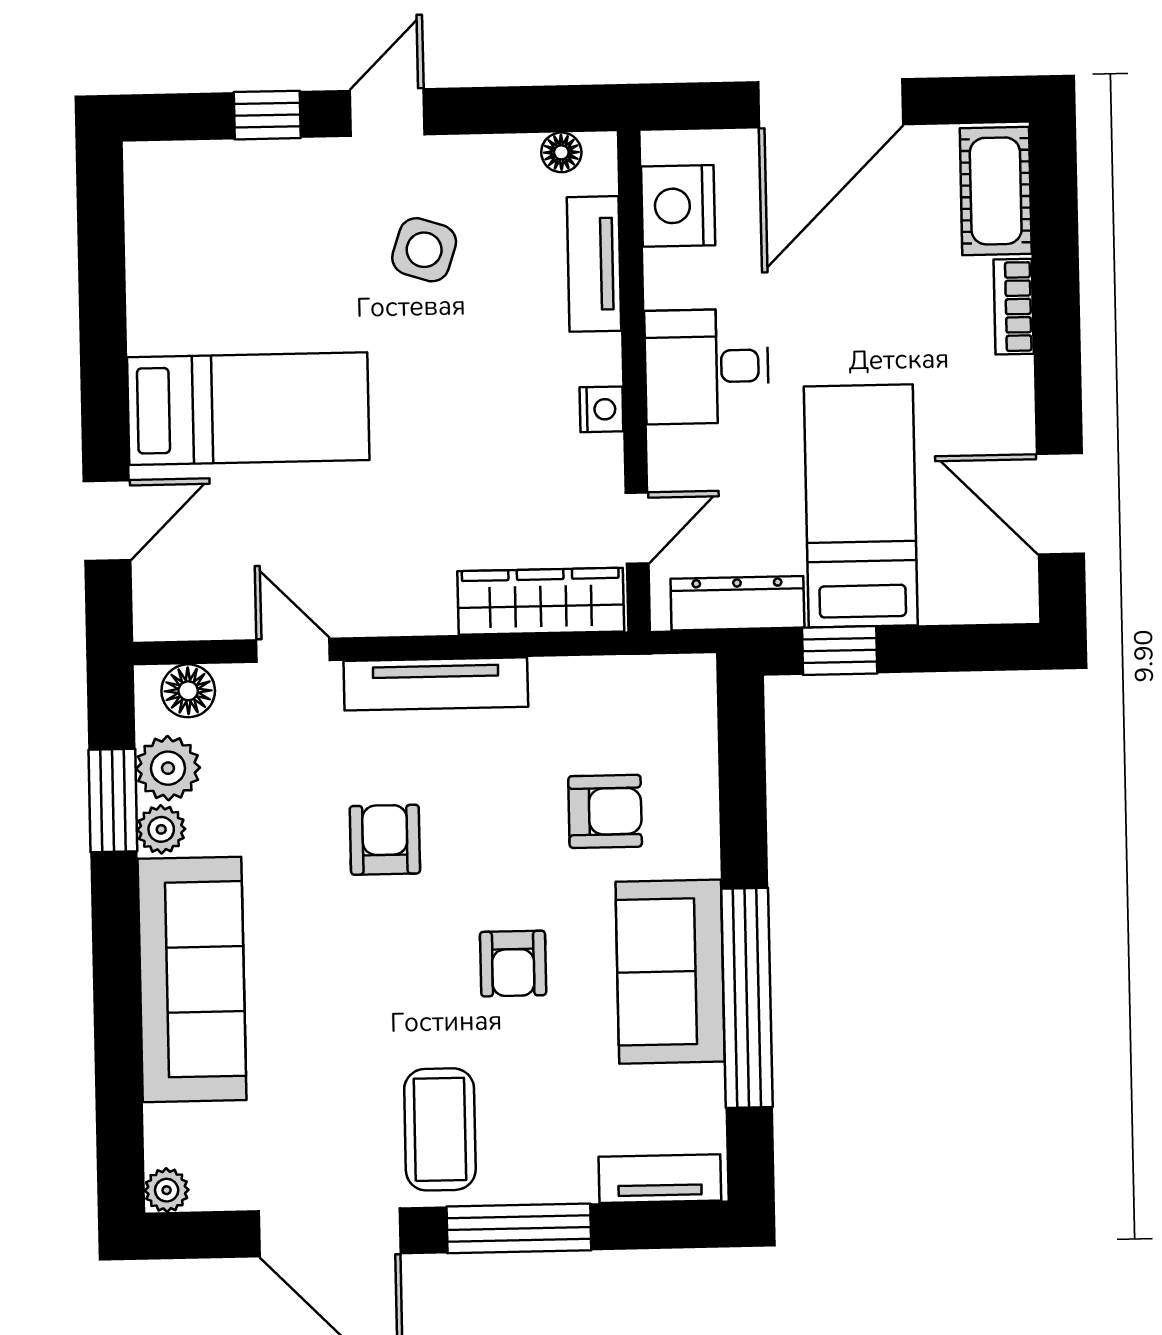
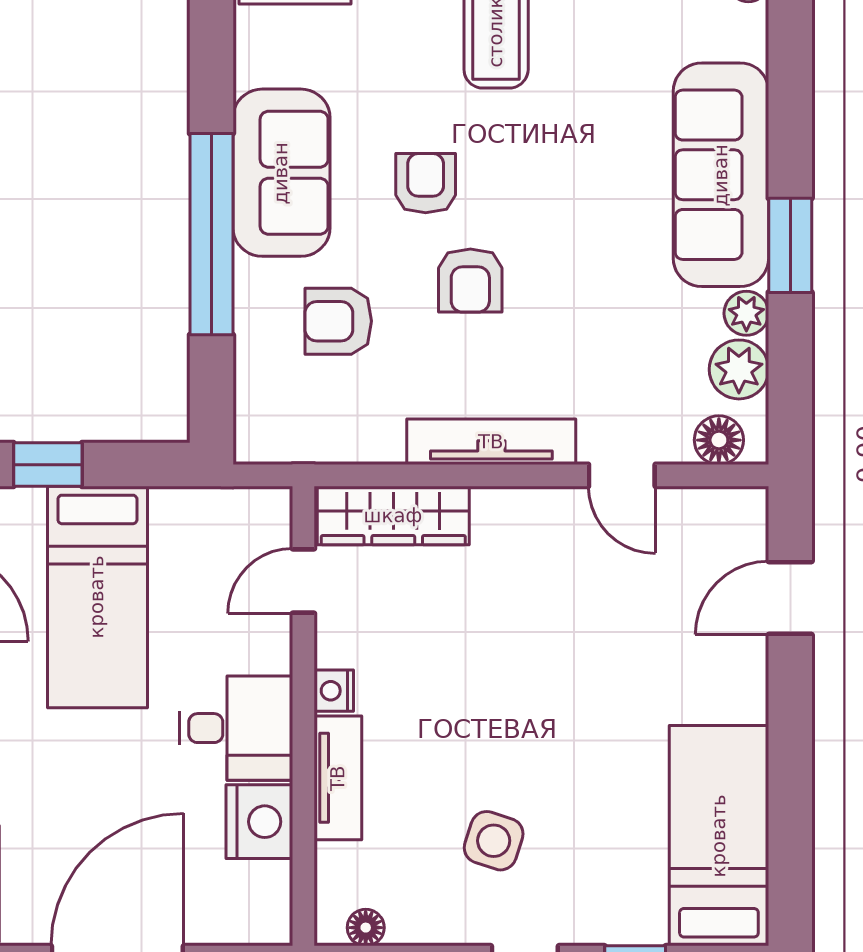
nightstand: (678, 206) -> (259, 822), moved
tv unit: (594, 264) -> (338, 778), moved
bed: (248, 409) -> (719, 836), moved, turned 90
dresser: (737, 603) -> (213, 510), removed
window: (840, 651) -> (48, 465), moved
window: (113, 800) -> (790, 245), moved
armchair: (385, 840) -> (470, 281), moved
window: (747, 998) -> (211, 234), moved

